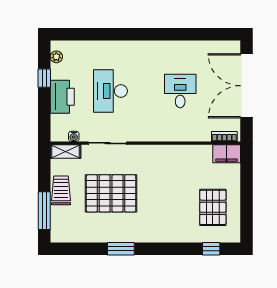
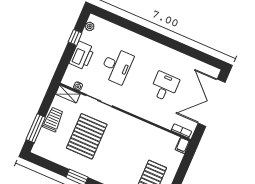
desk: (110, 91) -> (117, 66), turned 180
filing cabinet: (227, 154) -> (182, 146), width x0.50
pallet: (111, 193) -> (87, 136), turned 90

